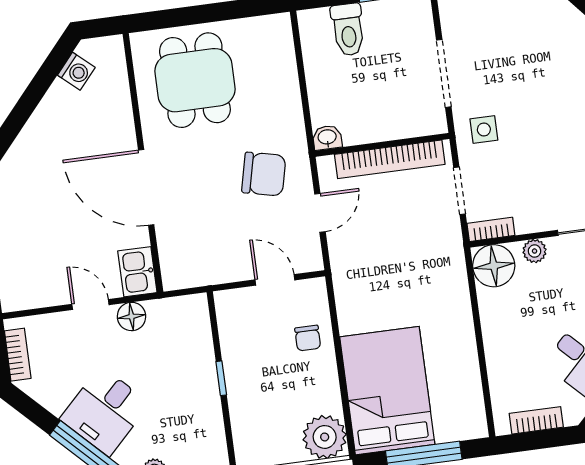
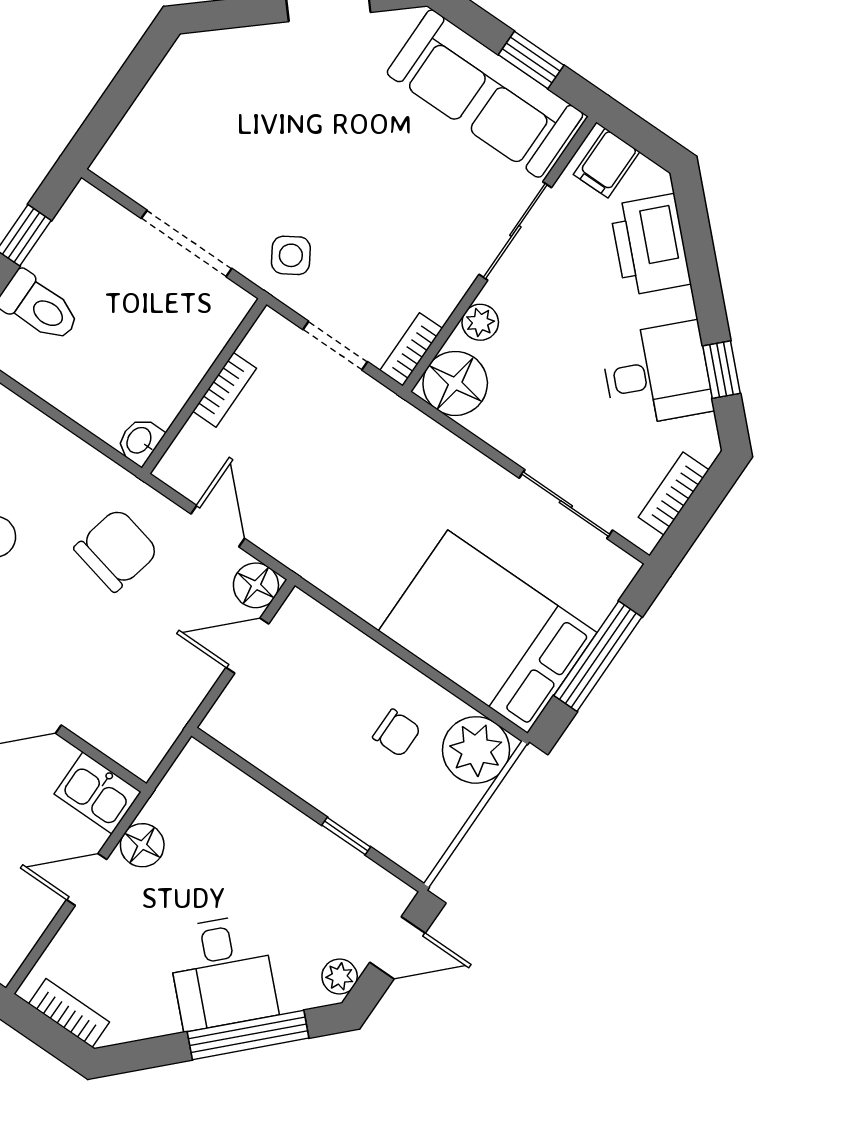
side table: (484, 129) -> (291, 255), turned -32
bookcase: (390, 159) -> (225, 390), width x0.43, depth x0.76
floor lamp: (308, 258) -> (256, 585), added
chair: (308, 338) -> (397, 733), moved
sliding door: (484, 373) -> (566, 504), added
window: (221, 378) -> (346, 836), moved

